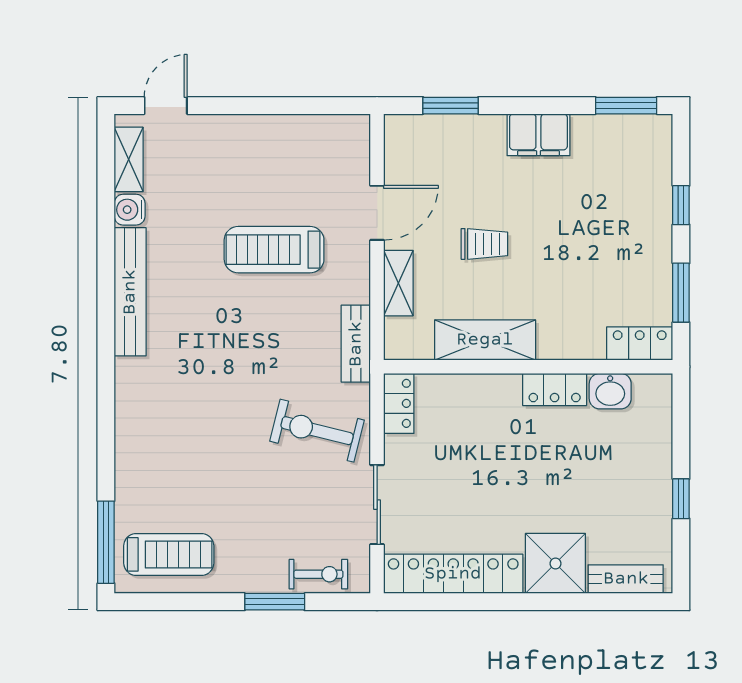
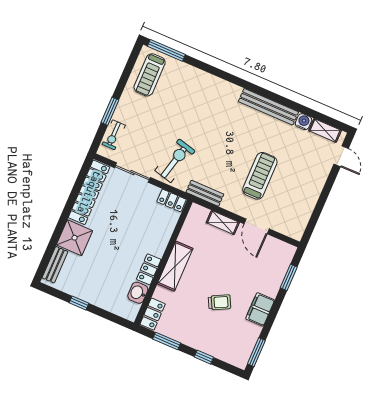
trolley: (484, 244) -> (220, 302), moved, turned -117
shelving: (485, 340) -> (175, 266), moved

